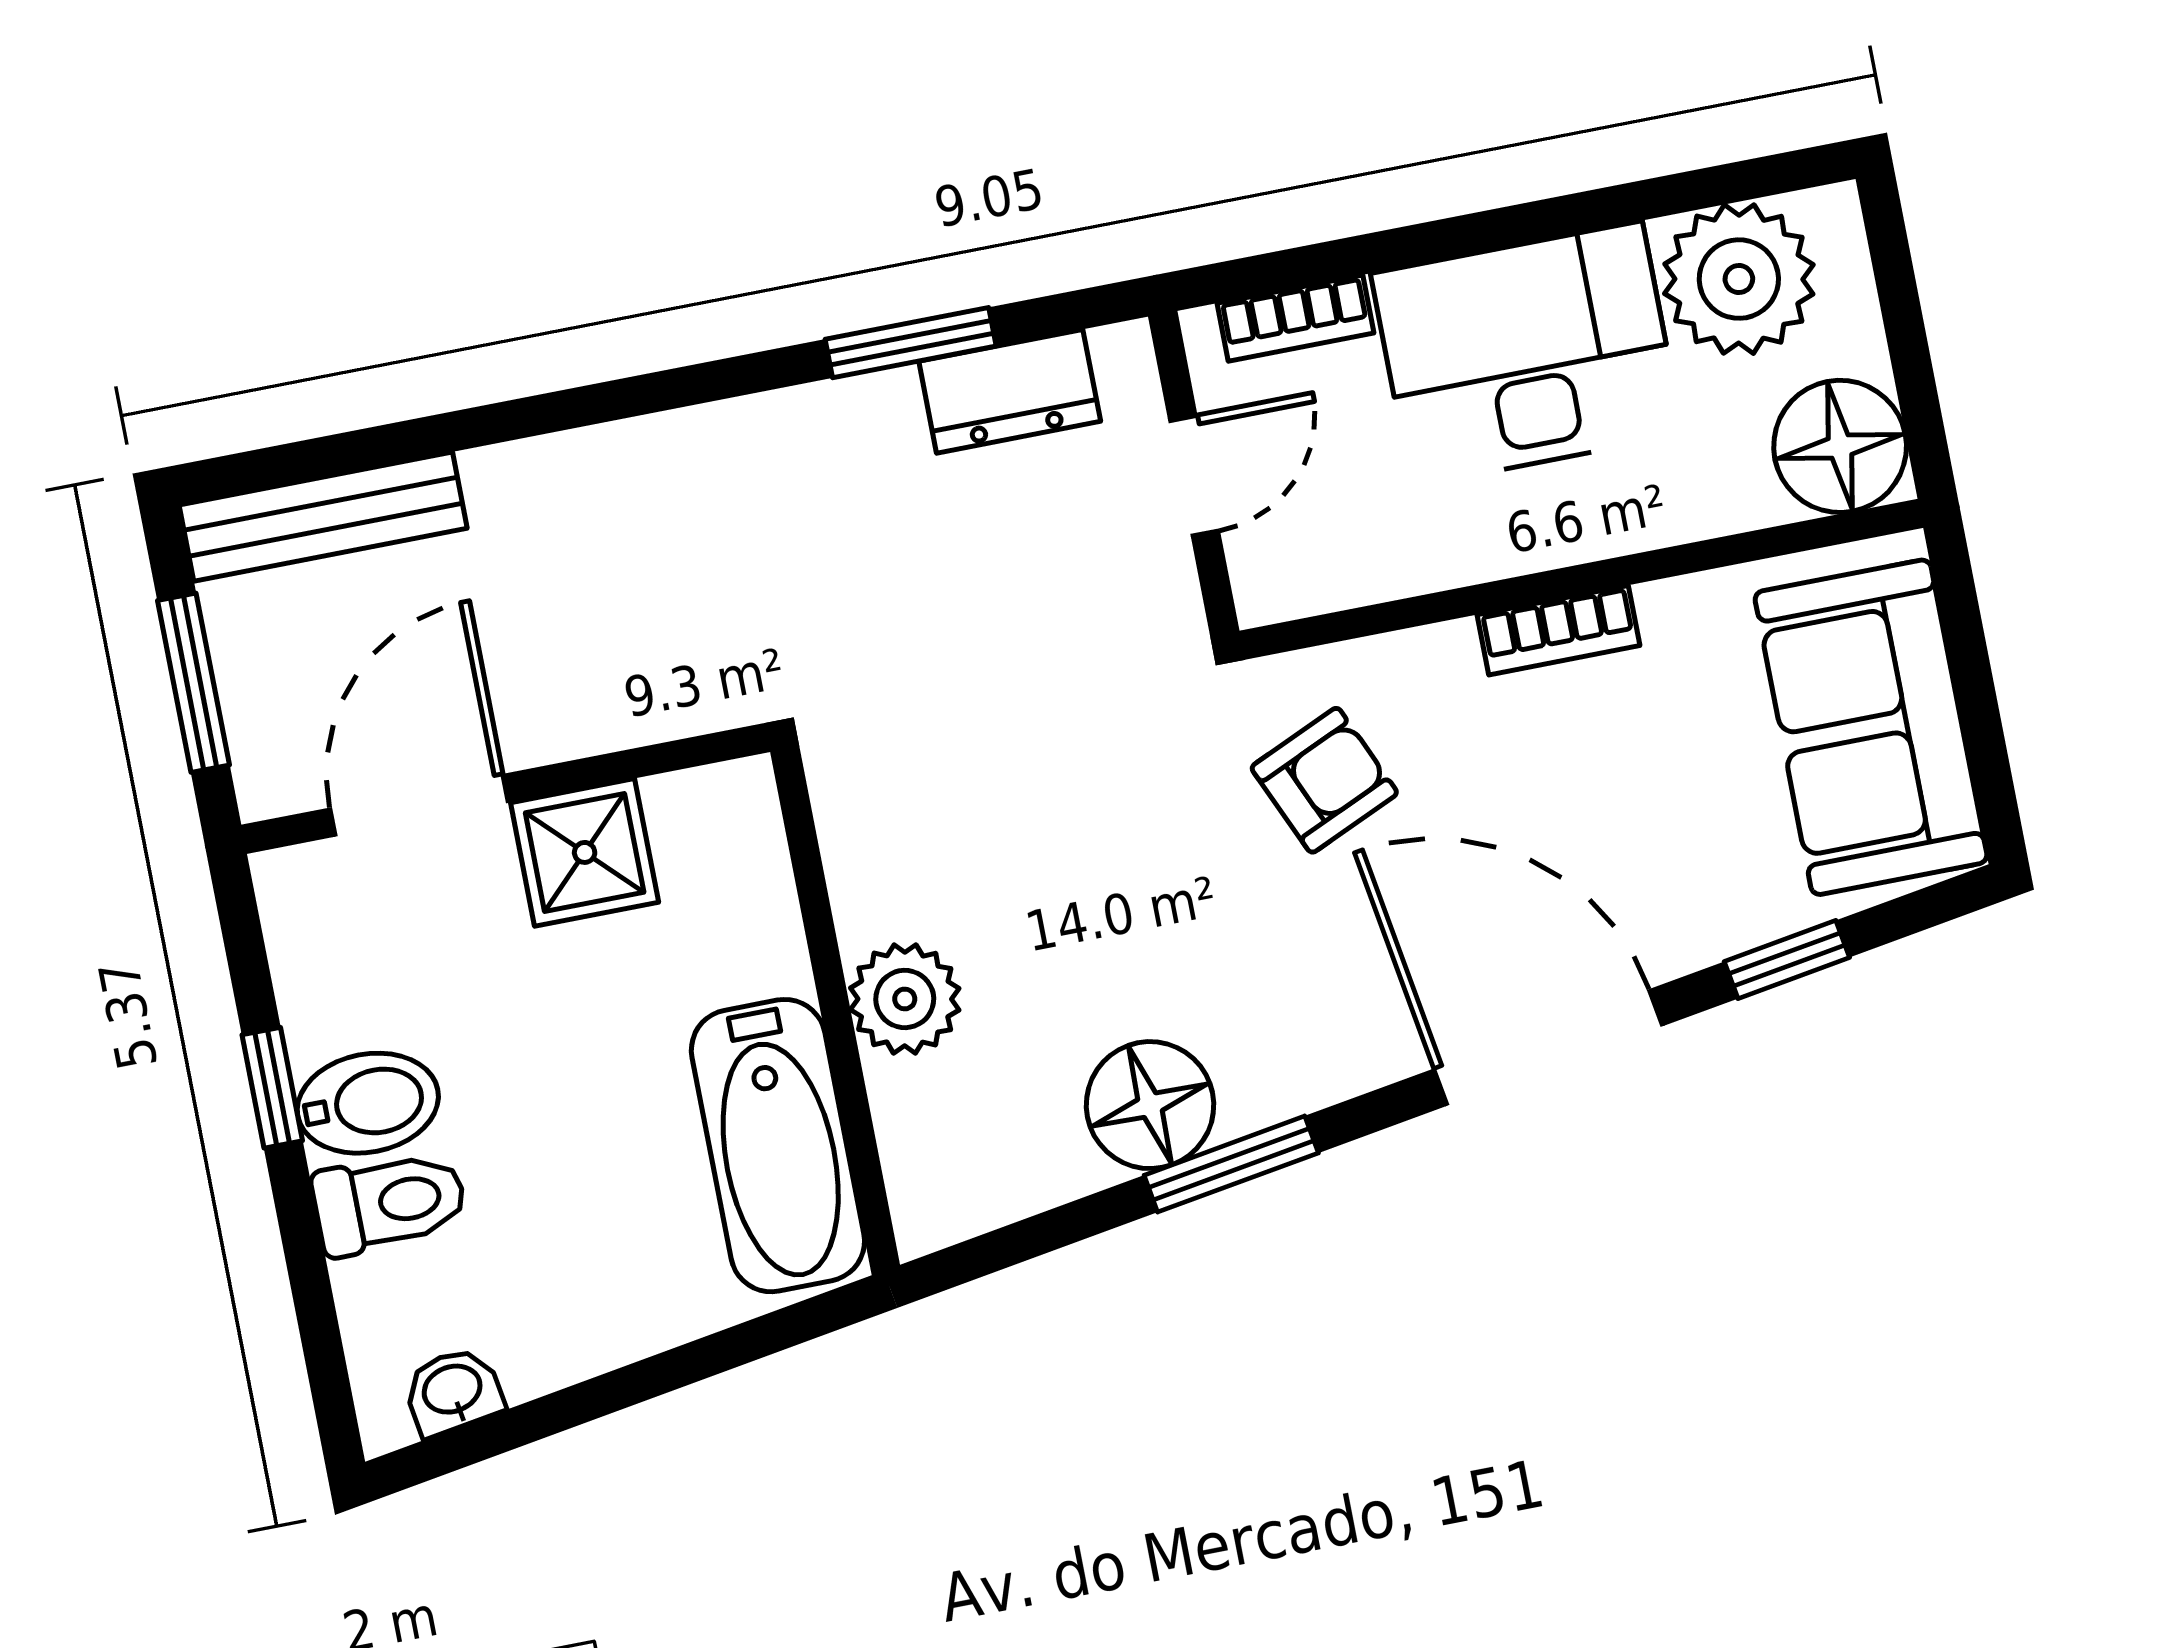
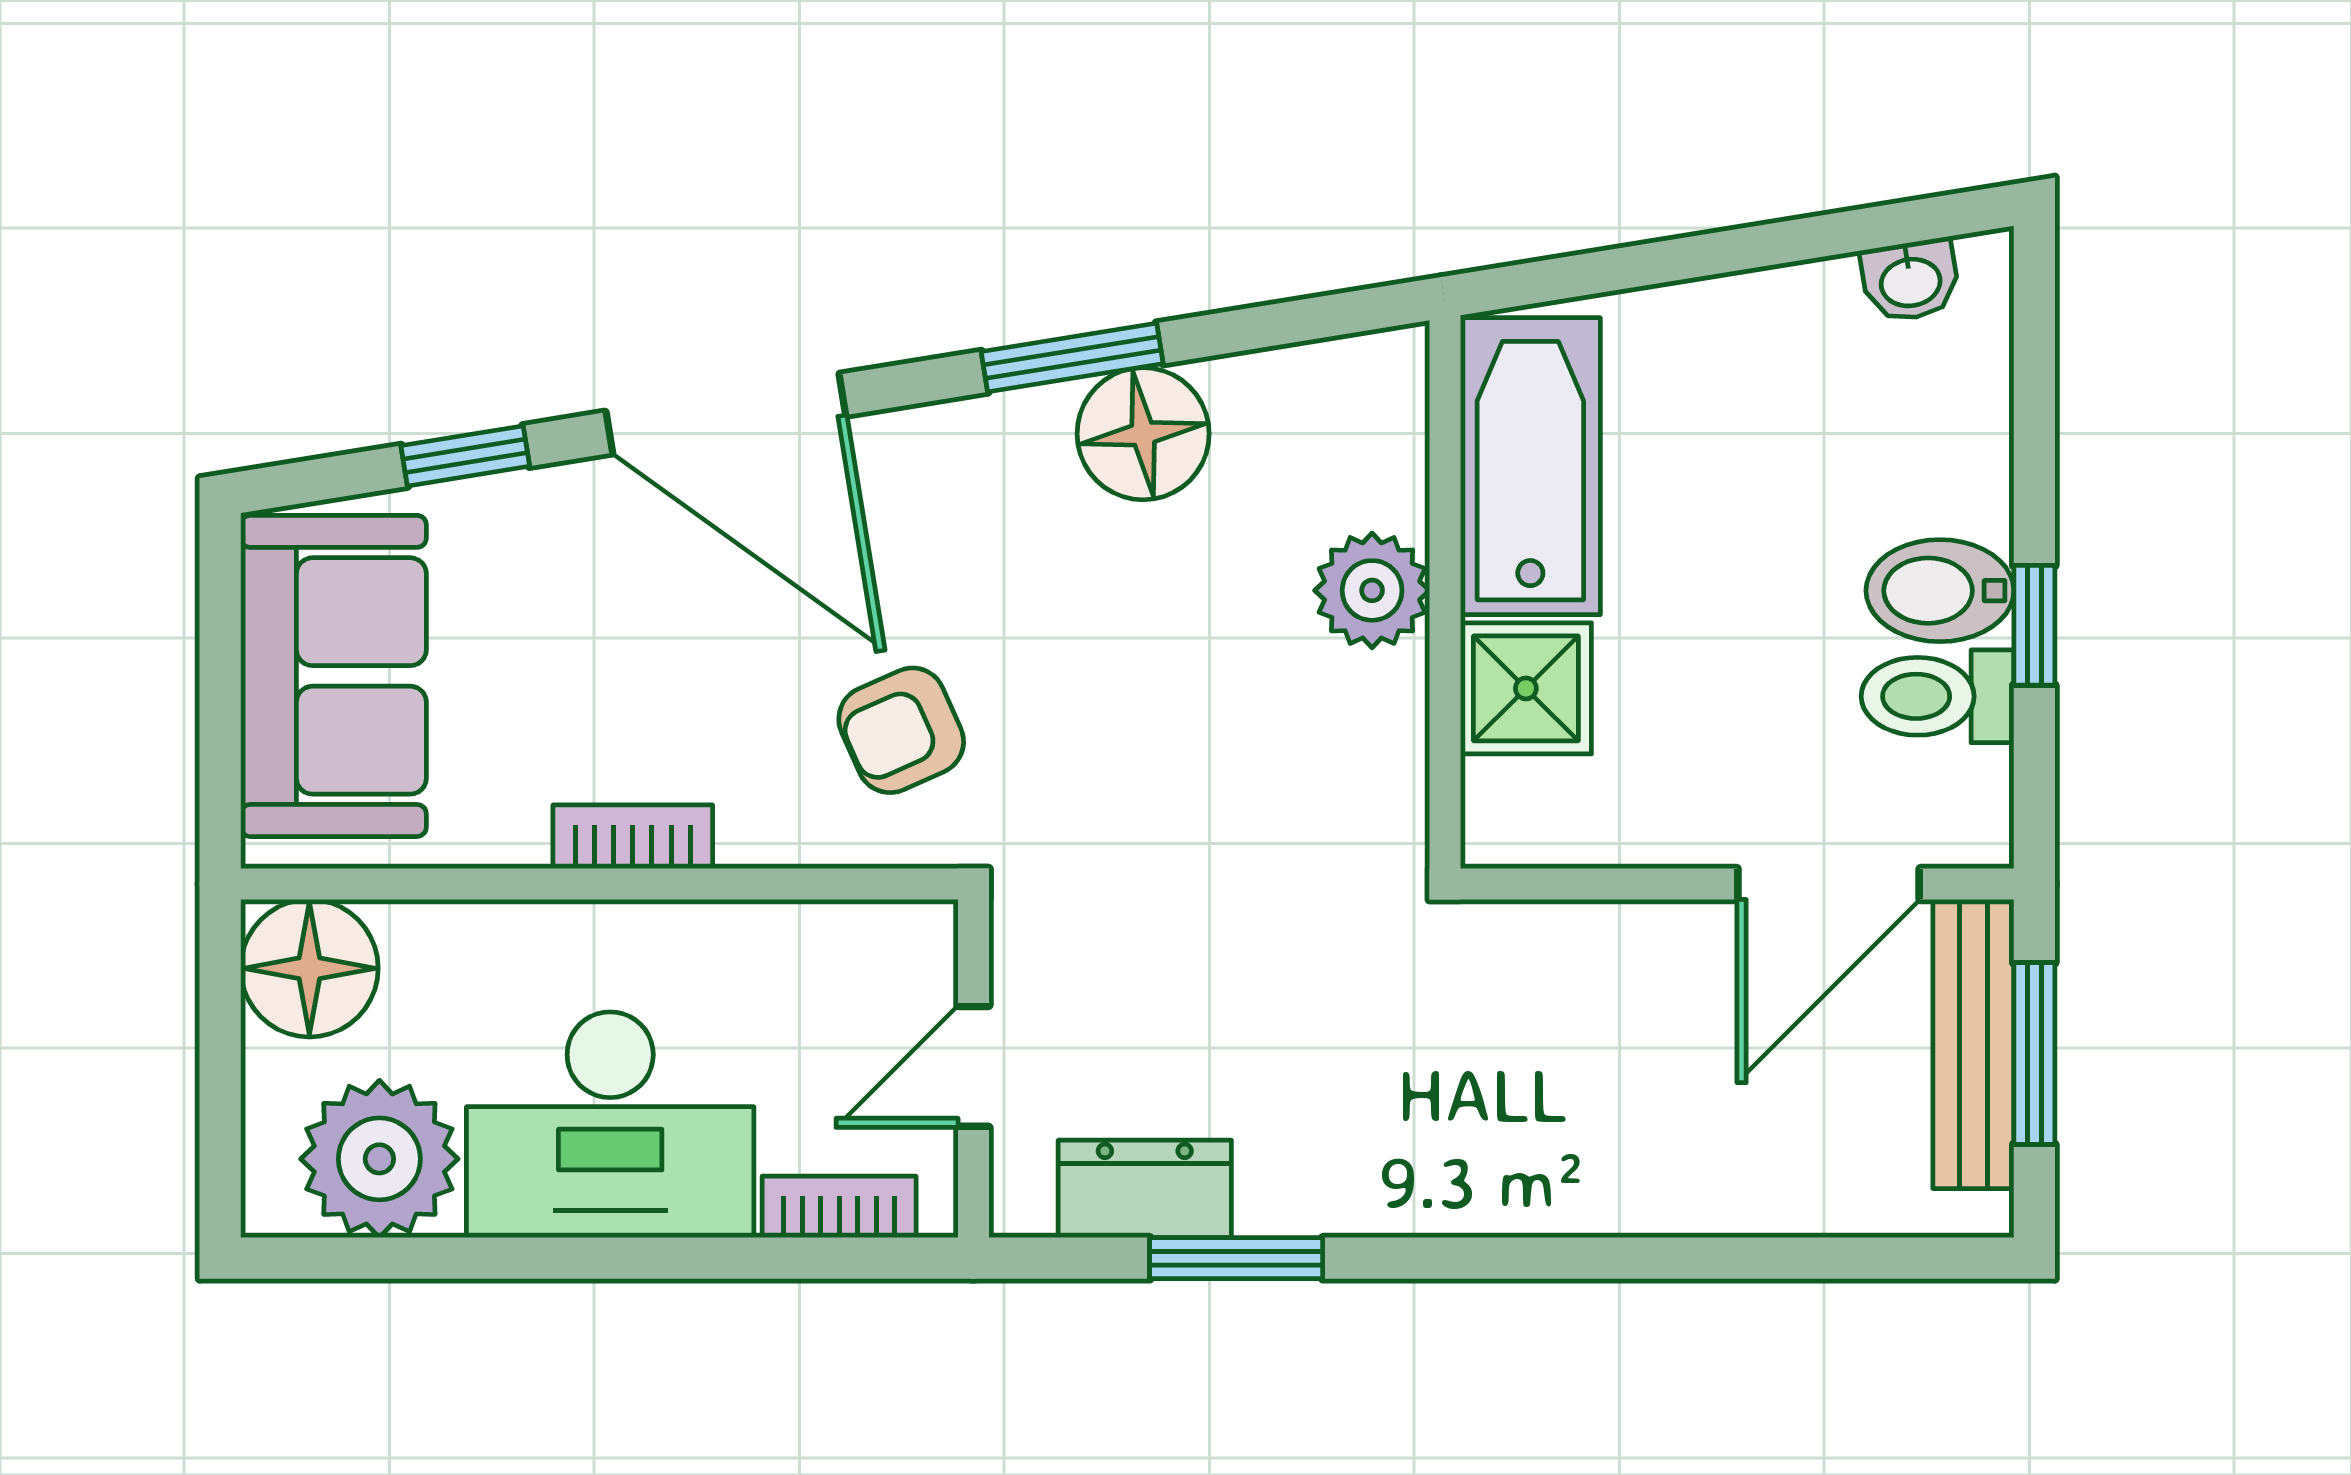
bench: (323, 517) -> (1973, 1044), moved, turned 90
shower: (585, 852) -> (1526, 688), moved
toilet: (390, 1203) -> (1937, 696), moved

